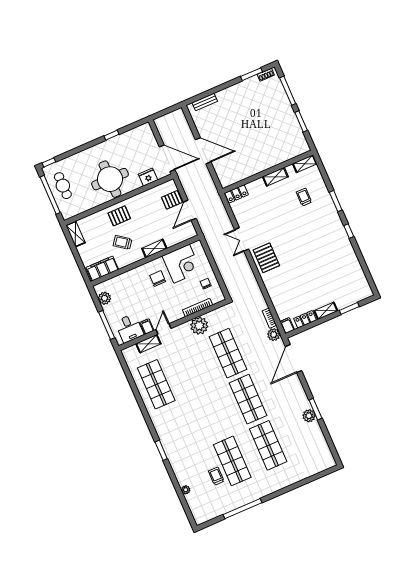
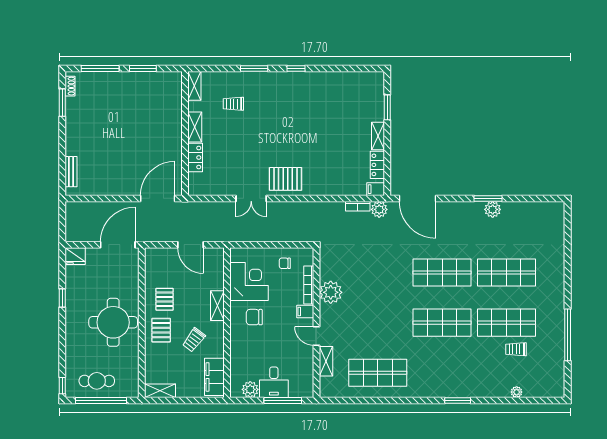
door: (203, 151) -> (158, 198), moved
fridge: (148, 177) -> (75, 256), moved, turned -90
locker: (237, 194) -> (195, 158), moved
pallet: (172, 200) -> (165, 299), moved
filing cabinet: (147, 327) -> (305, 312), moved
desk: (129, 328) -> (274, 382), moved, turned 90
shop shelf: (228, 353) -> (442, 323), moved

